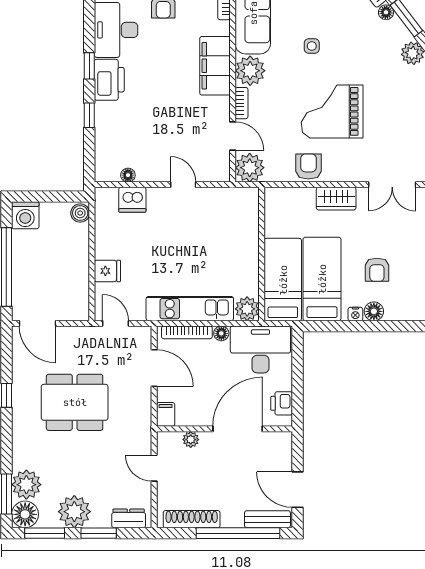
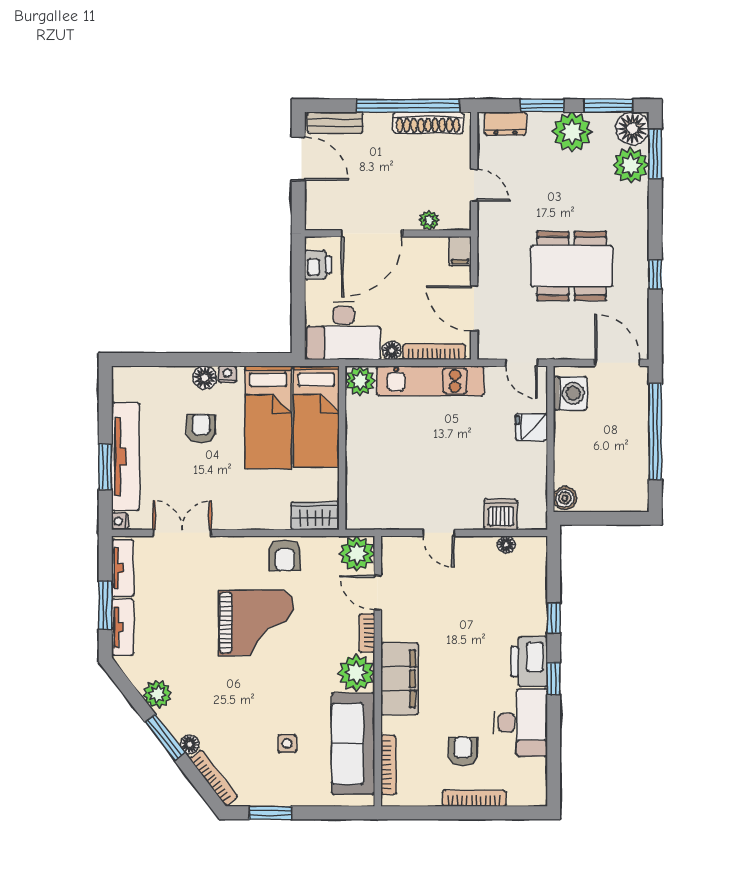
side table: (312, 46) -> (287, 743), moved
wardrobe: (336, 199) -> (315, 516), moved
washing machine: (25, 215) -> (570, 393), moved, turned 90
window: (238, 533) -> (408, 106), moved

